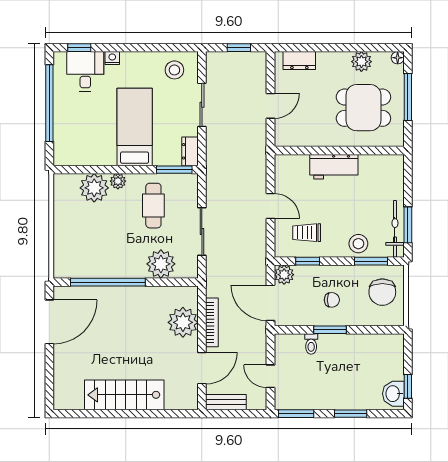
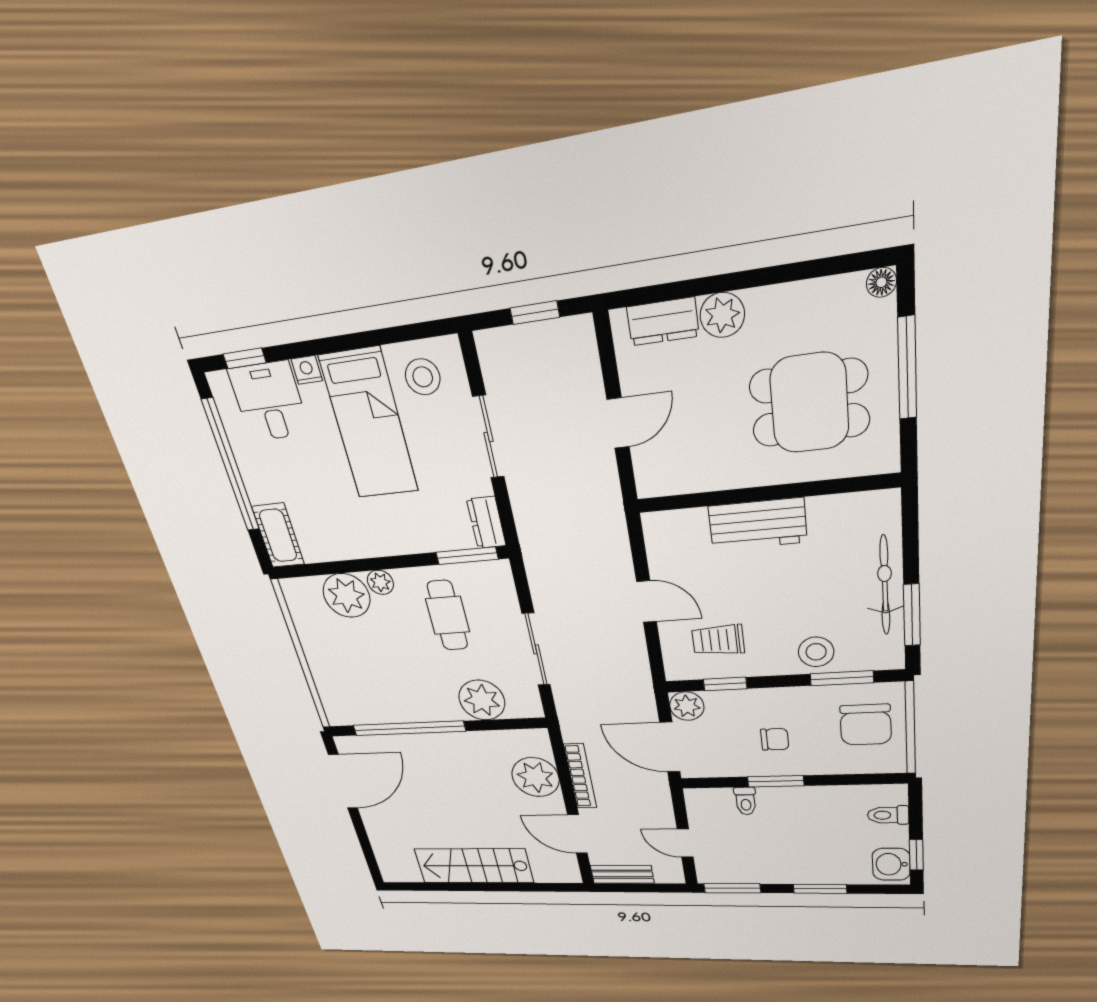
plant: (361, 62) -> (722, 315), moved
bed: (135, 127) -> (369, 424), moved, turned 180
cot: (64, 147) -> (278, 535), added
bicycle: (395, 229) -> (885, 586), moved
toilet: (393, 356) -> (888, 815), added
door: (202, 368) -> (578, 834), swing flipped

